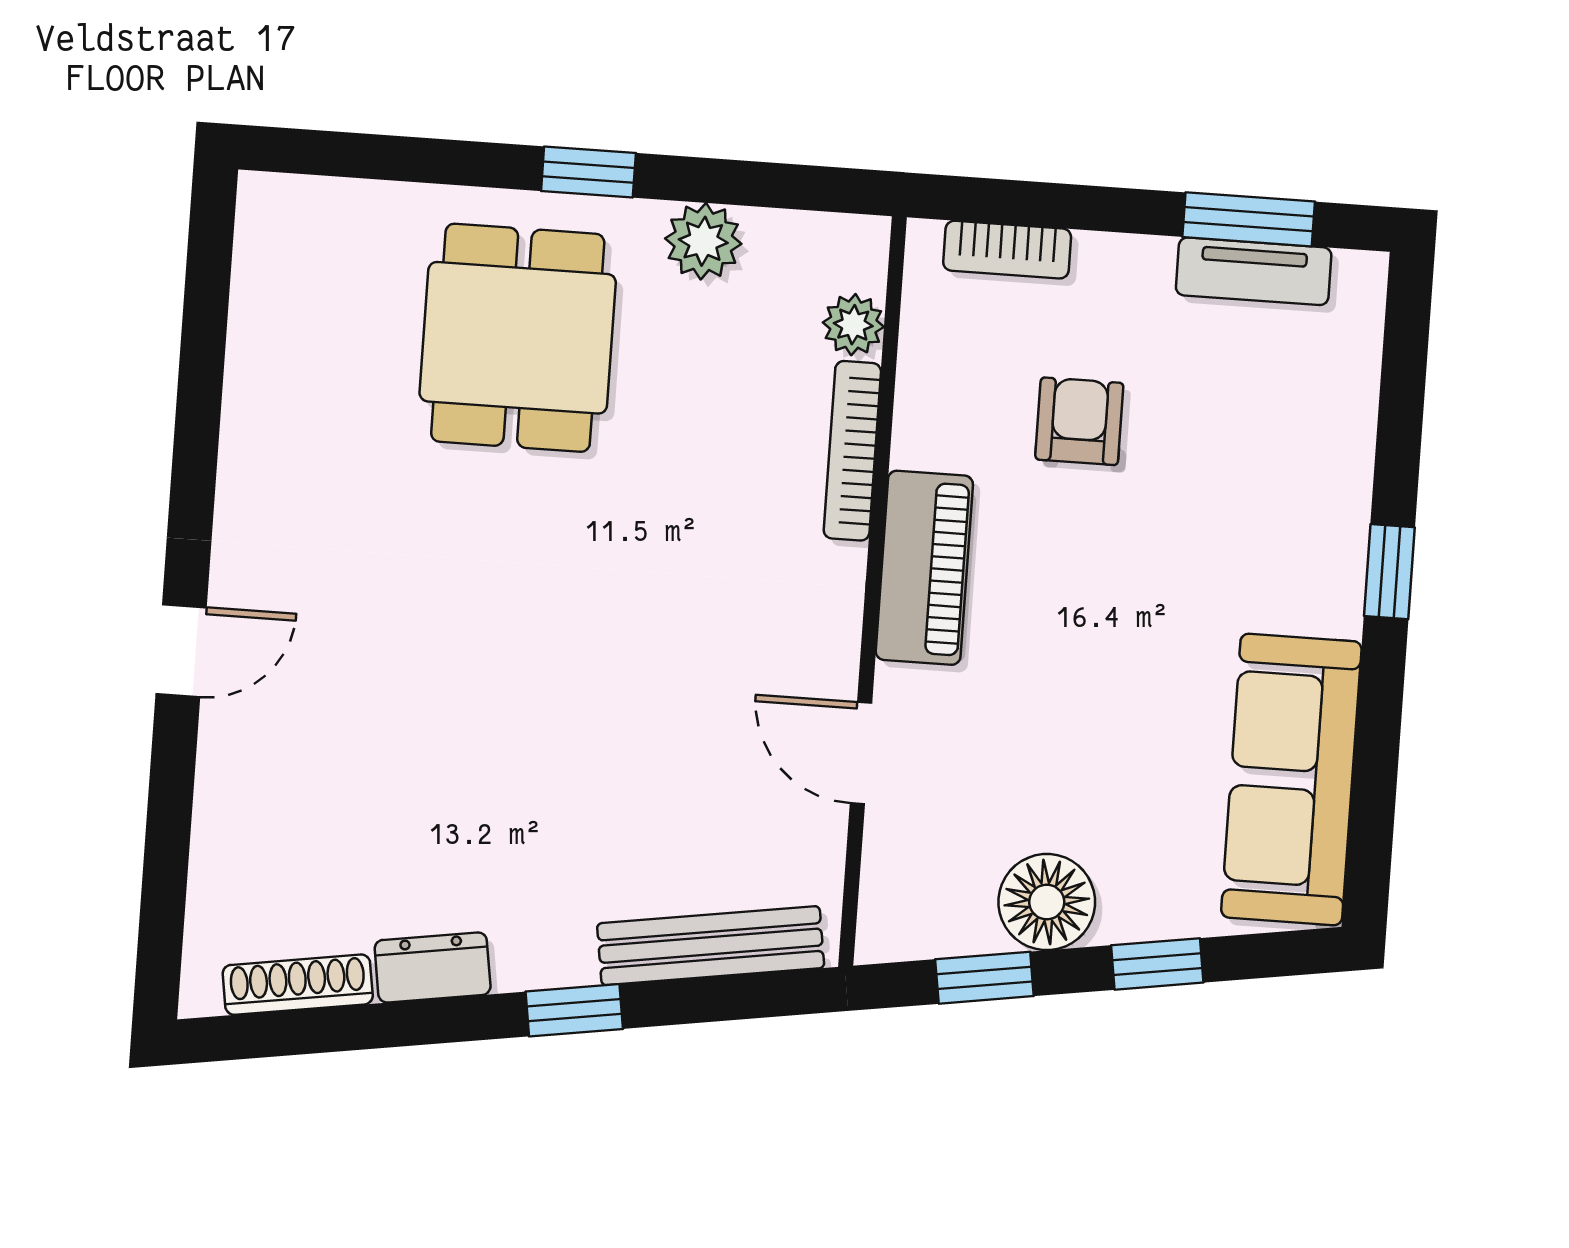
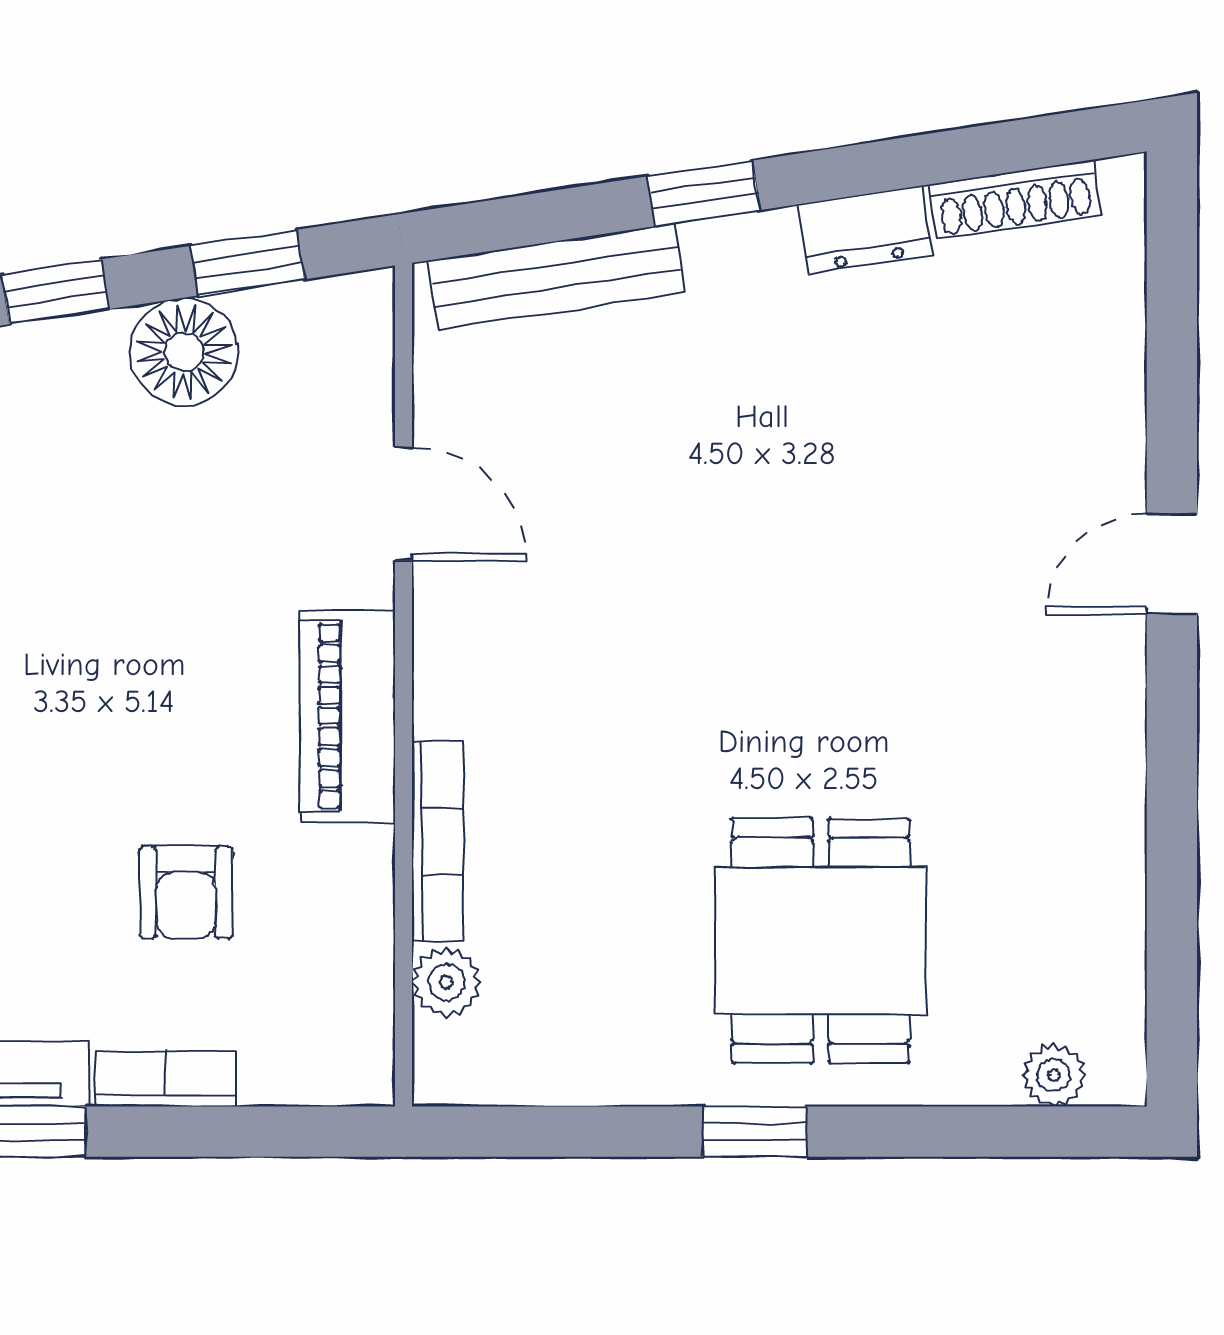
plant: (703, 241) -> (1054, 1075), moved, width x0.73, depth x0.73
bookcase: (1007, 250) -> (166, 1078), moved

